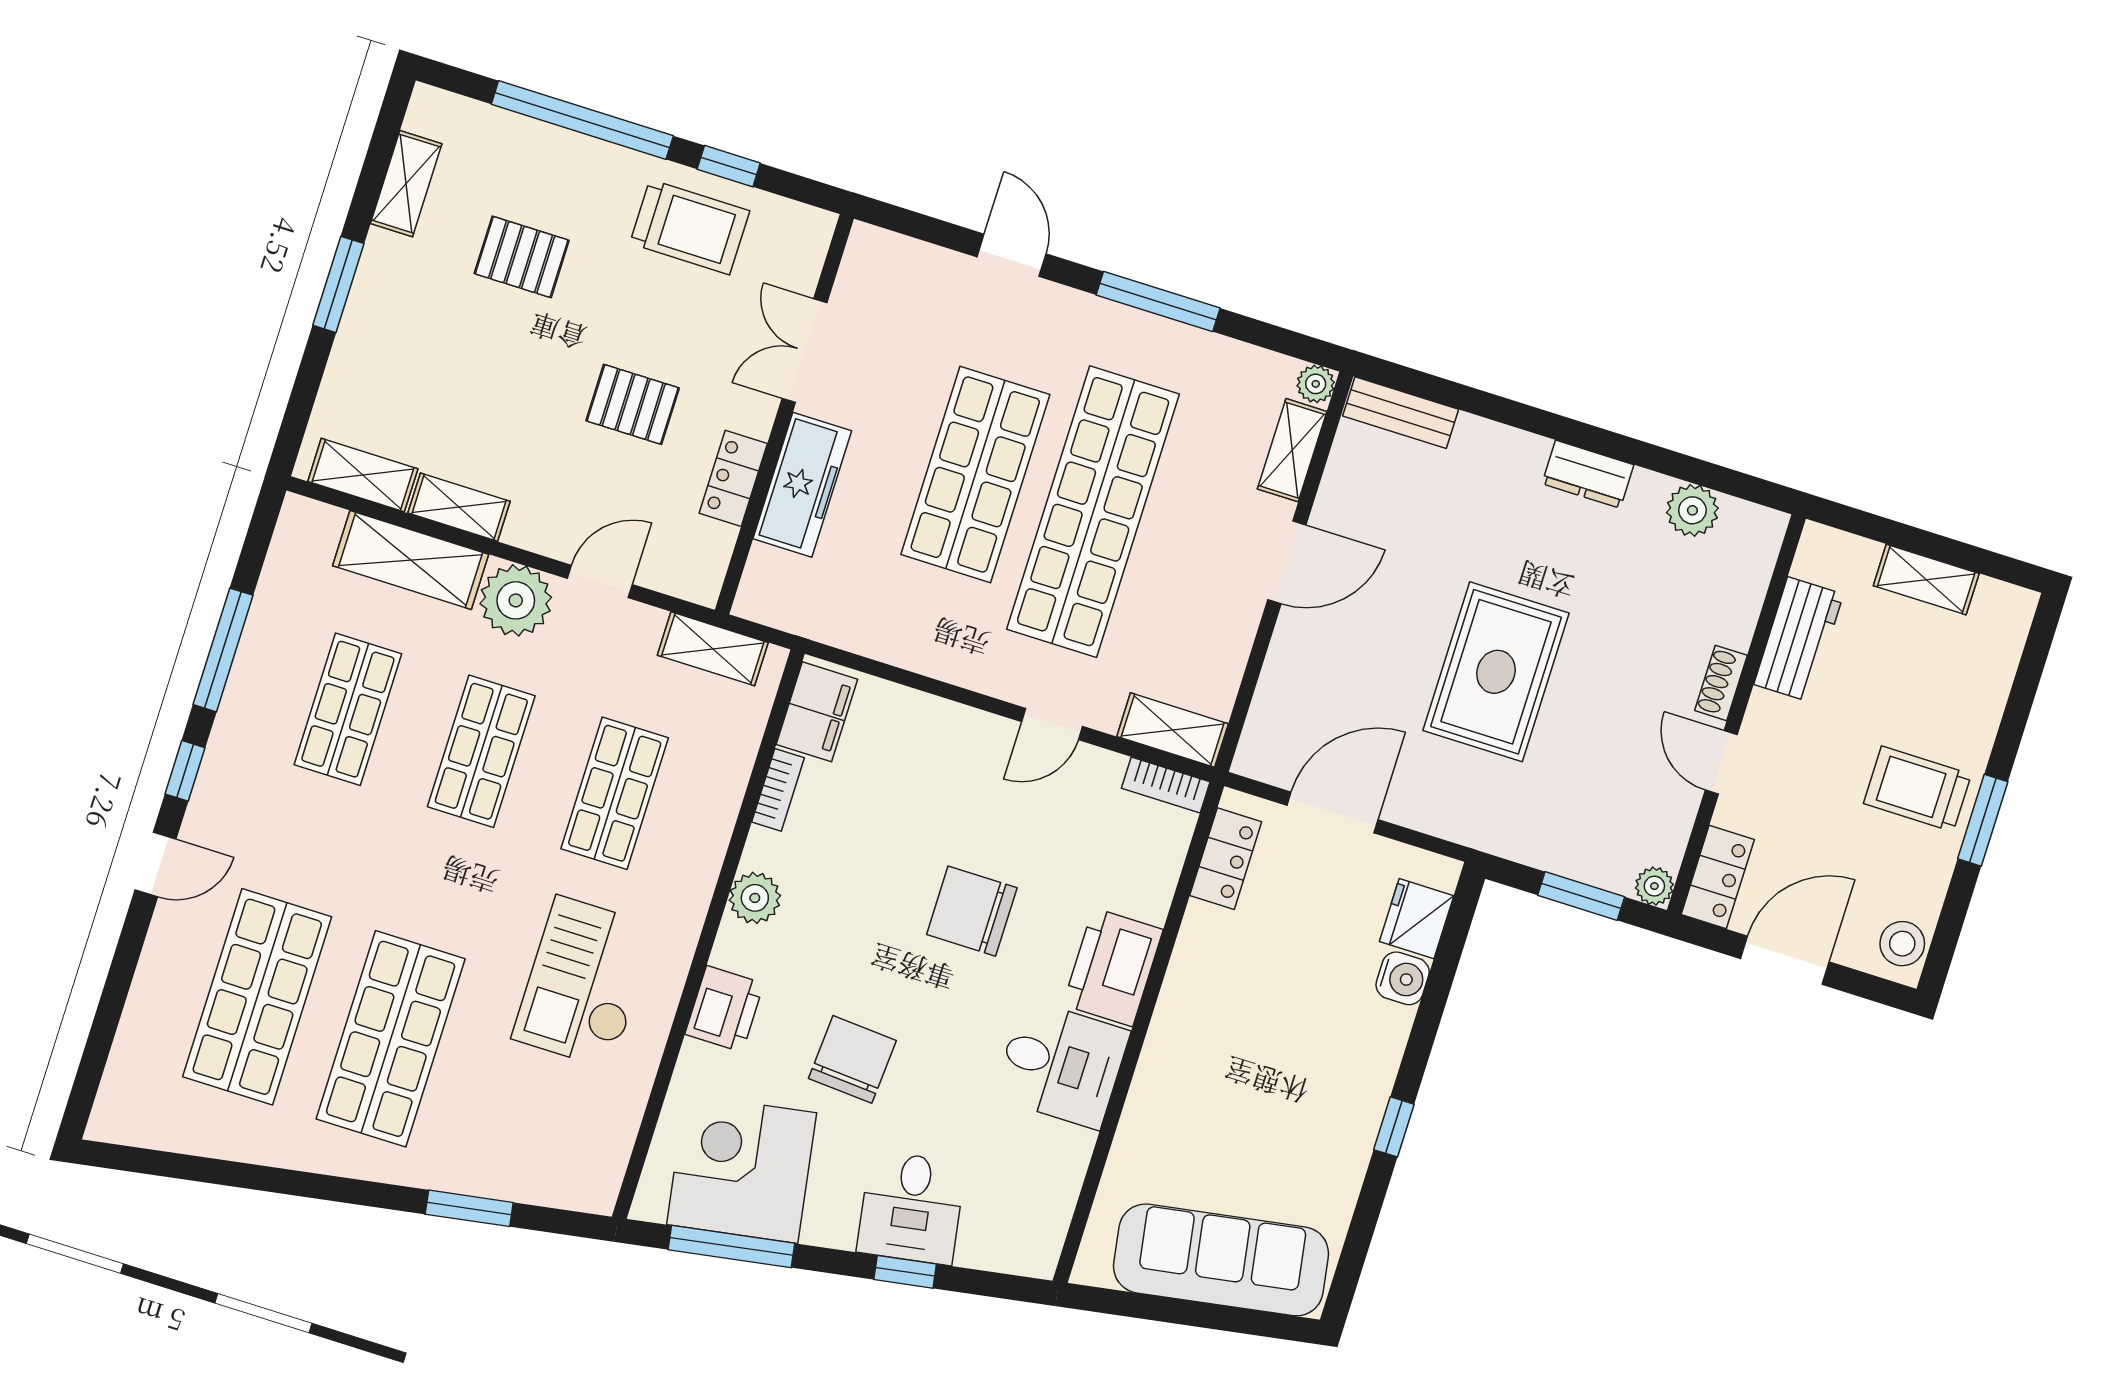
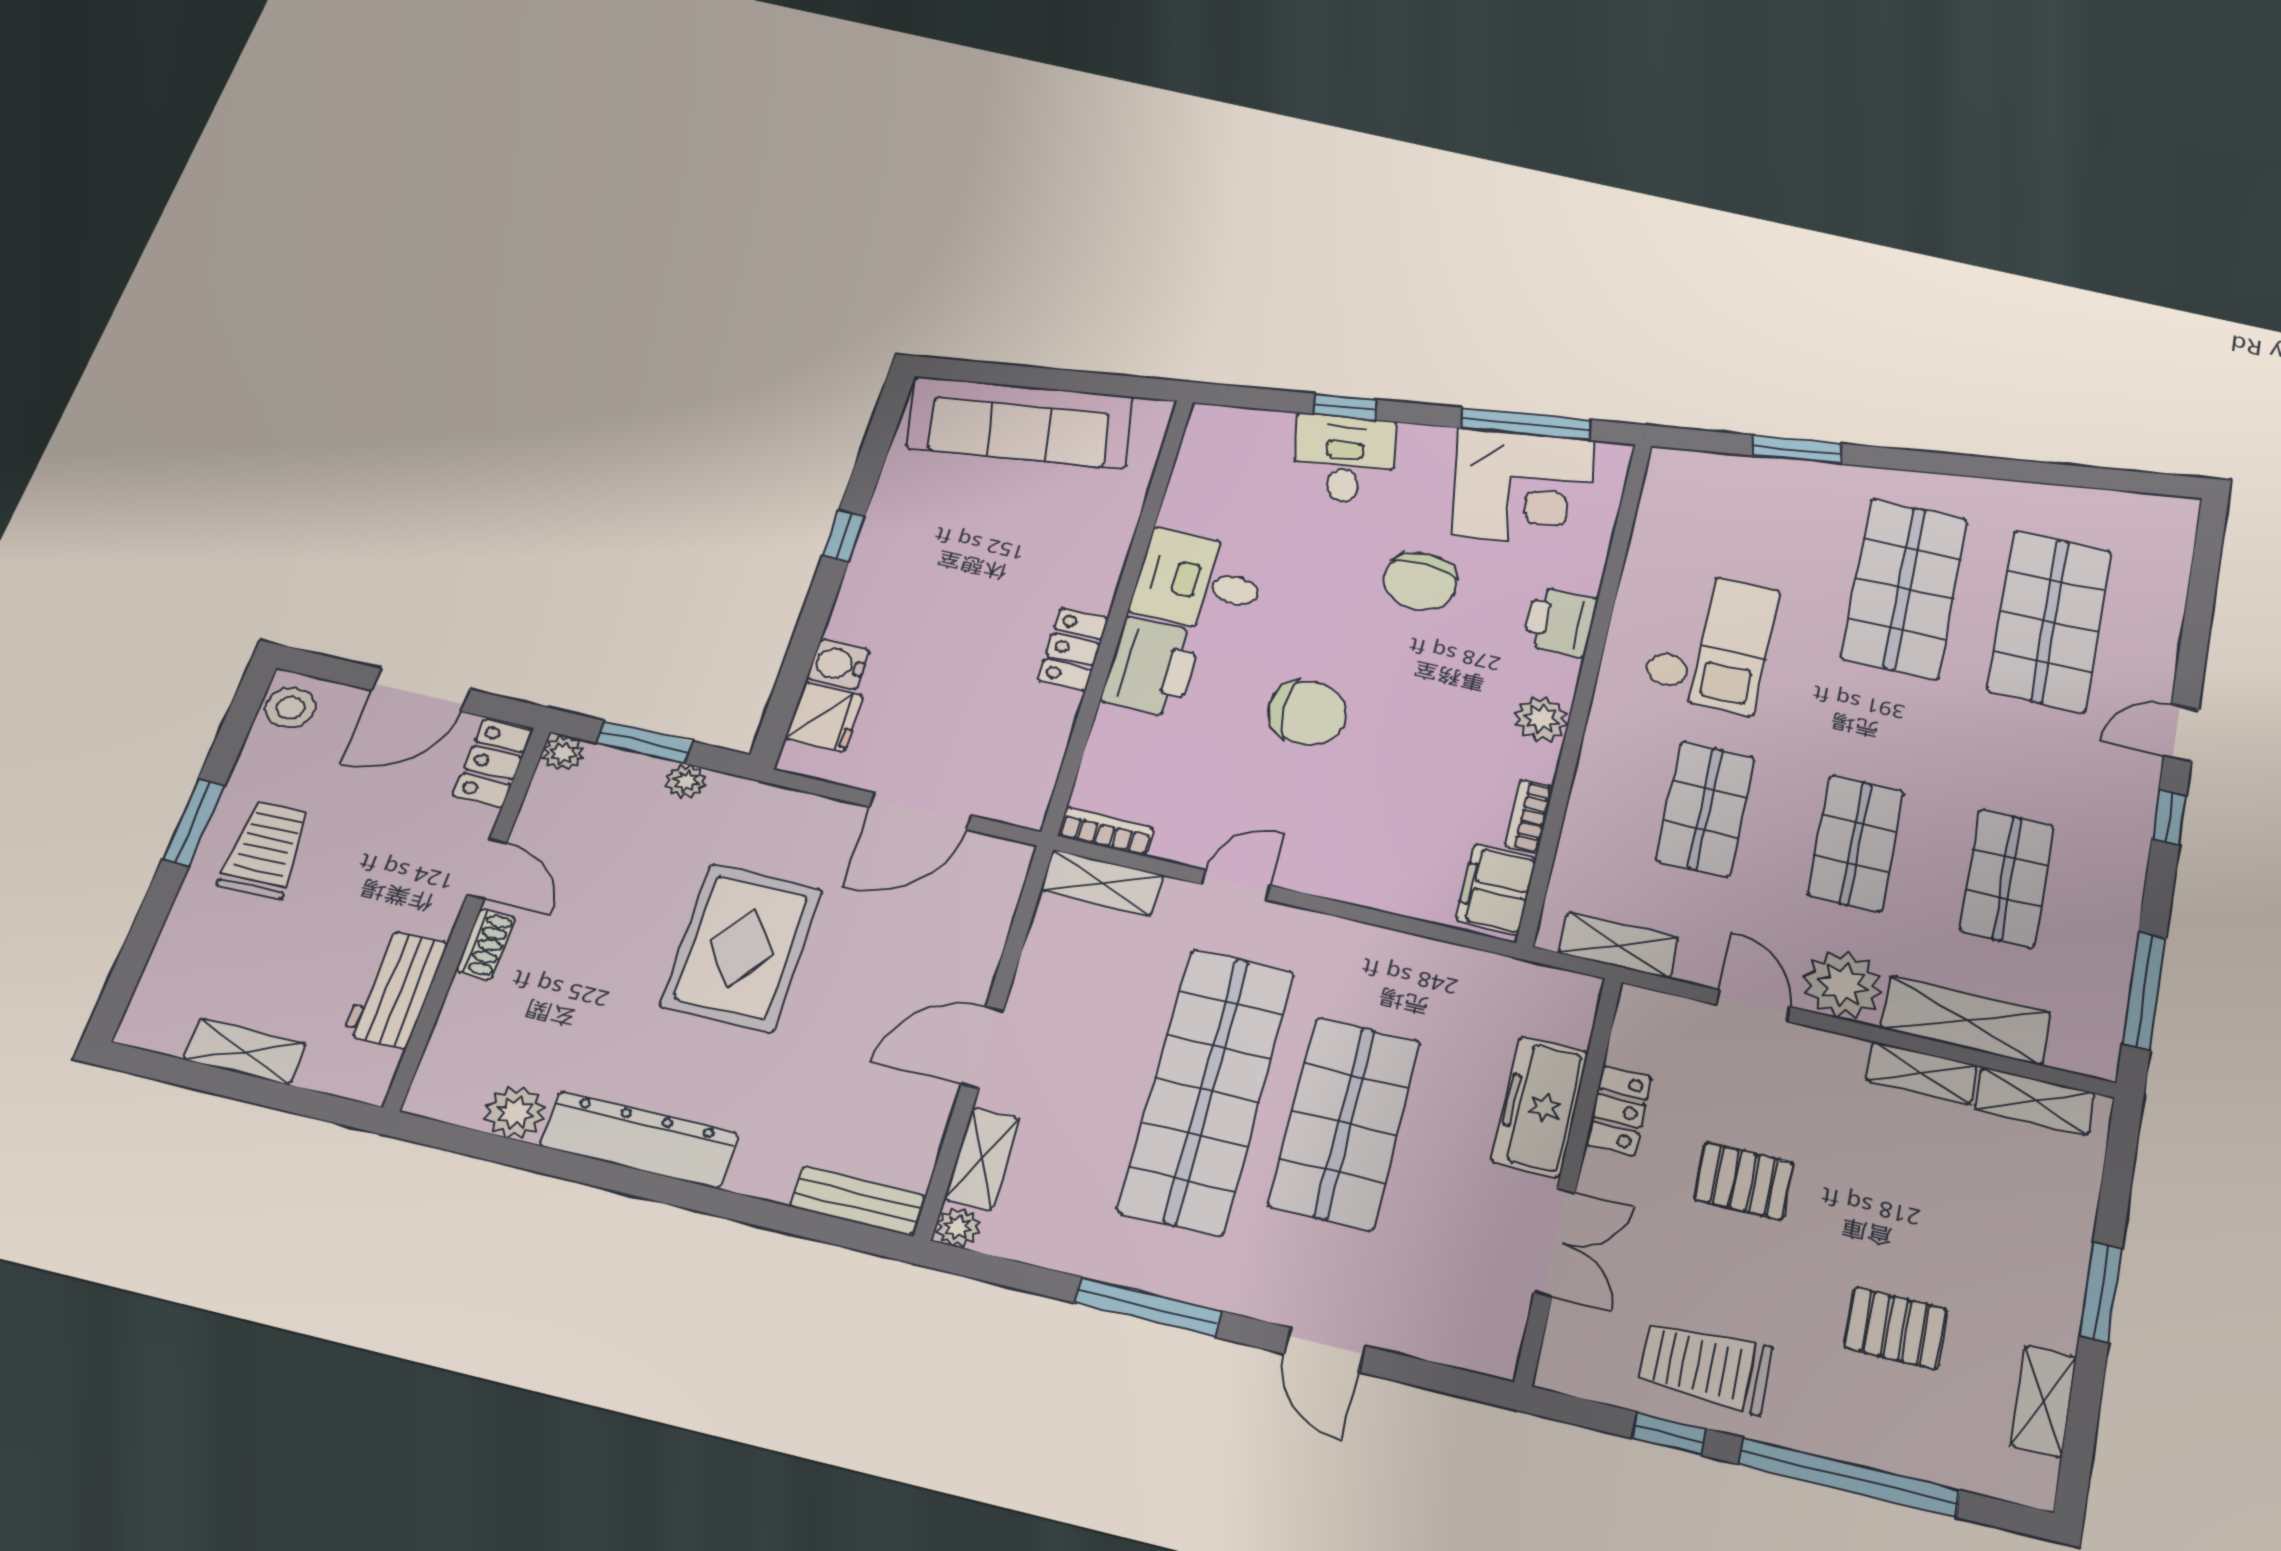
dresser: (1588, 474) -> (639, 1140), width x1.96, depth x1.24
door: (600, 581) -> (1753, 1006), swing flipped
window: (223, 650) -> (2144, 990), moved
trolley: (1917, 789) -> (266, 850), turned -91
plant: (1544, 852) -> (686, 781), added
locker: (1226, 859) -> (1073, 649), moved

